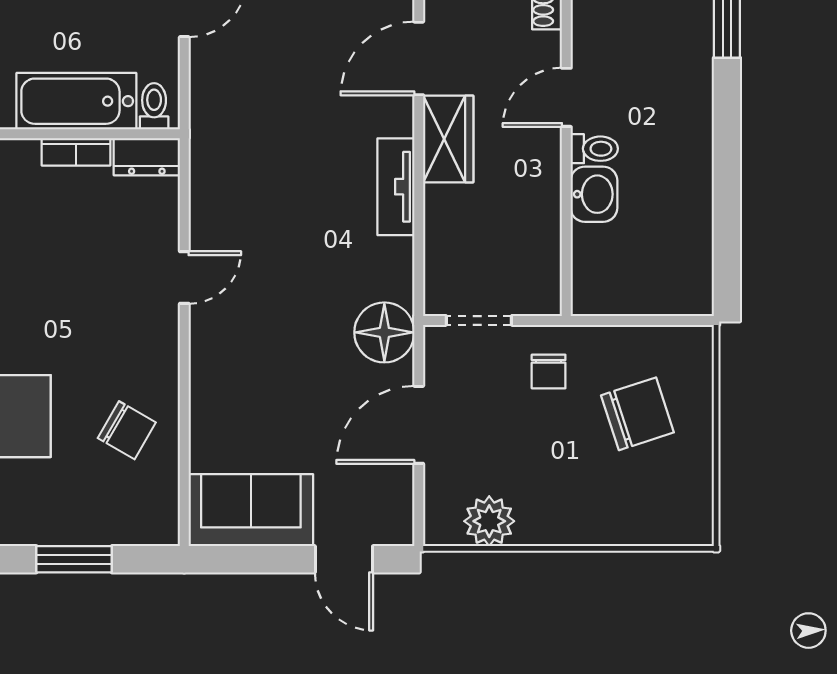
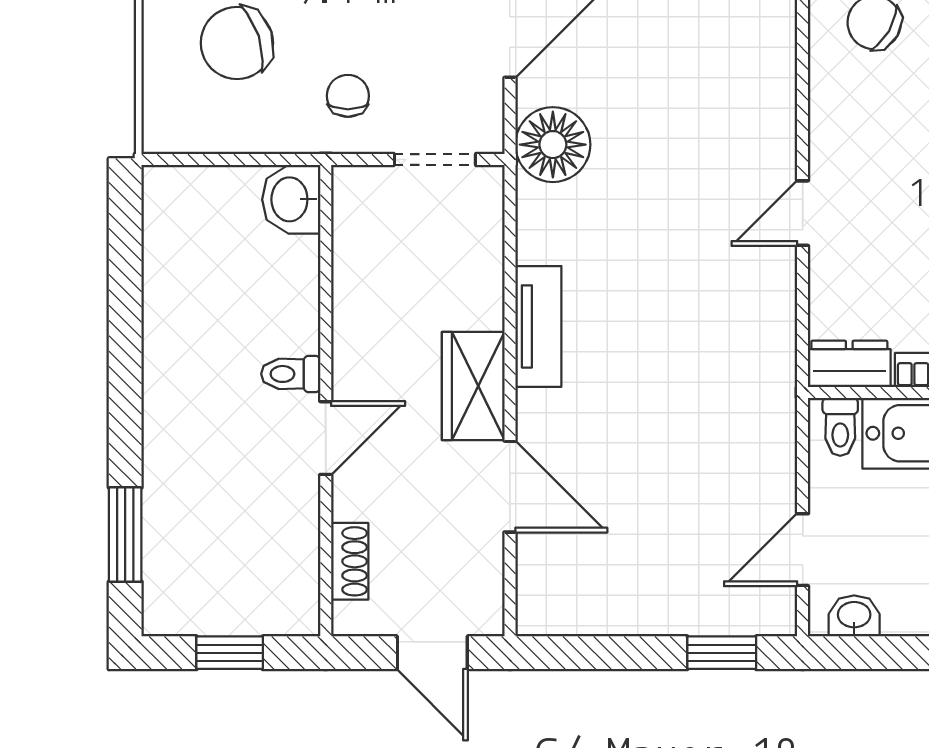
door: (419, 58) -> (510, 487), hinge flipped
washbasin: (594, 194) -> (291, 199), moved

